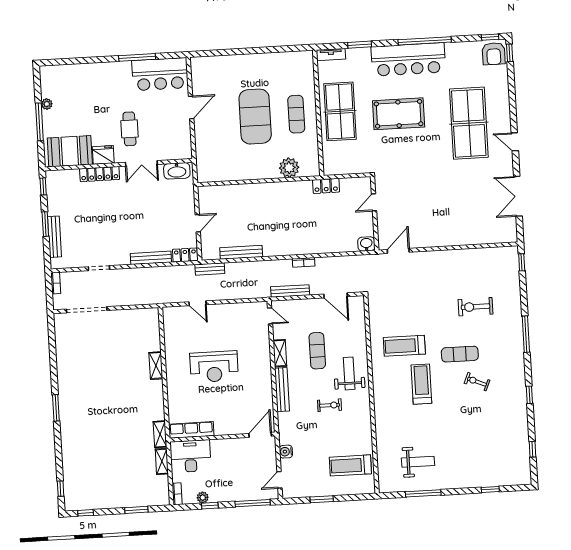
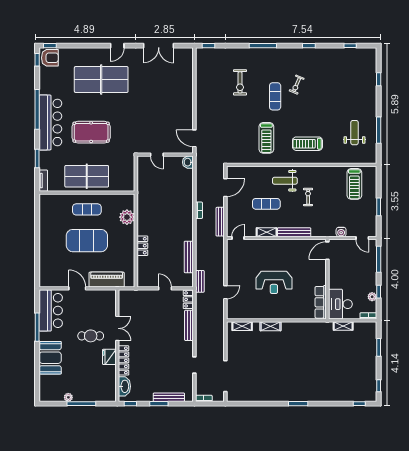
pool table: (399, 114) -> (91, 132), turned 90
piano: (205, 146) -> (107, 280), added
booth: (70, 151) -> (50, 358), moved
washbasin: (177, 171) -> (124, 386), moved
locker: (326, 186) -> (142, 246), moved
reception desk: (214, 367) -> (274, 282), turned 90
treadmill: (421, 384) -> (307, 144), moved
shelving: (160, 434) -> (242, 326), moved
door: (260, 435) -> (327, 251), hinge flipped

